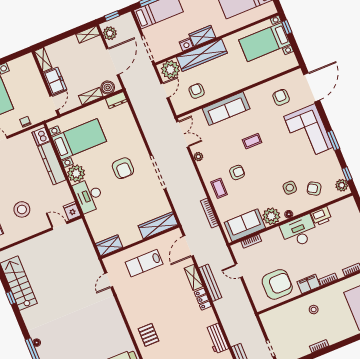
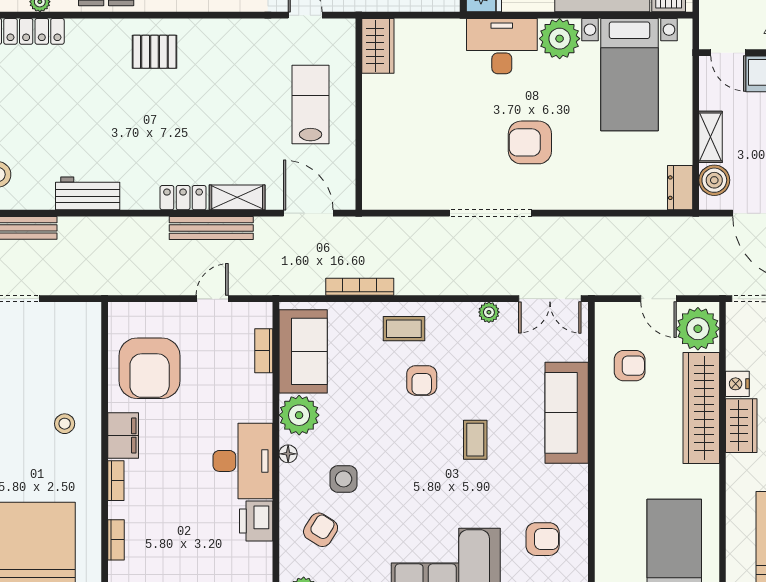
wardrobe: (158, 225) -> (378, 167), removed

